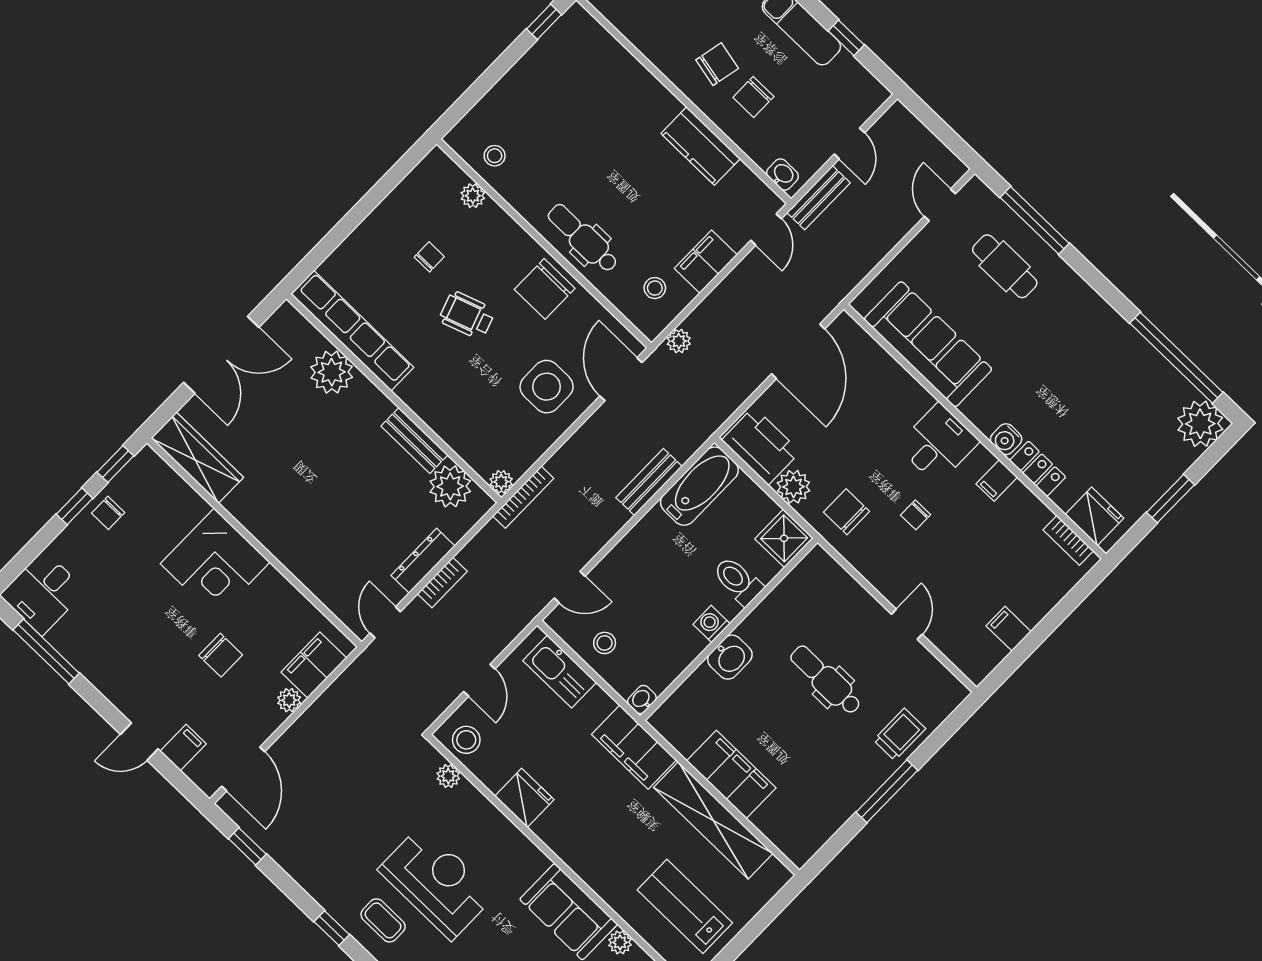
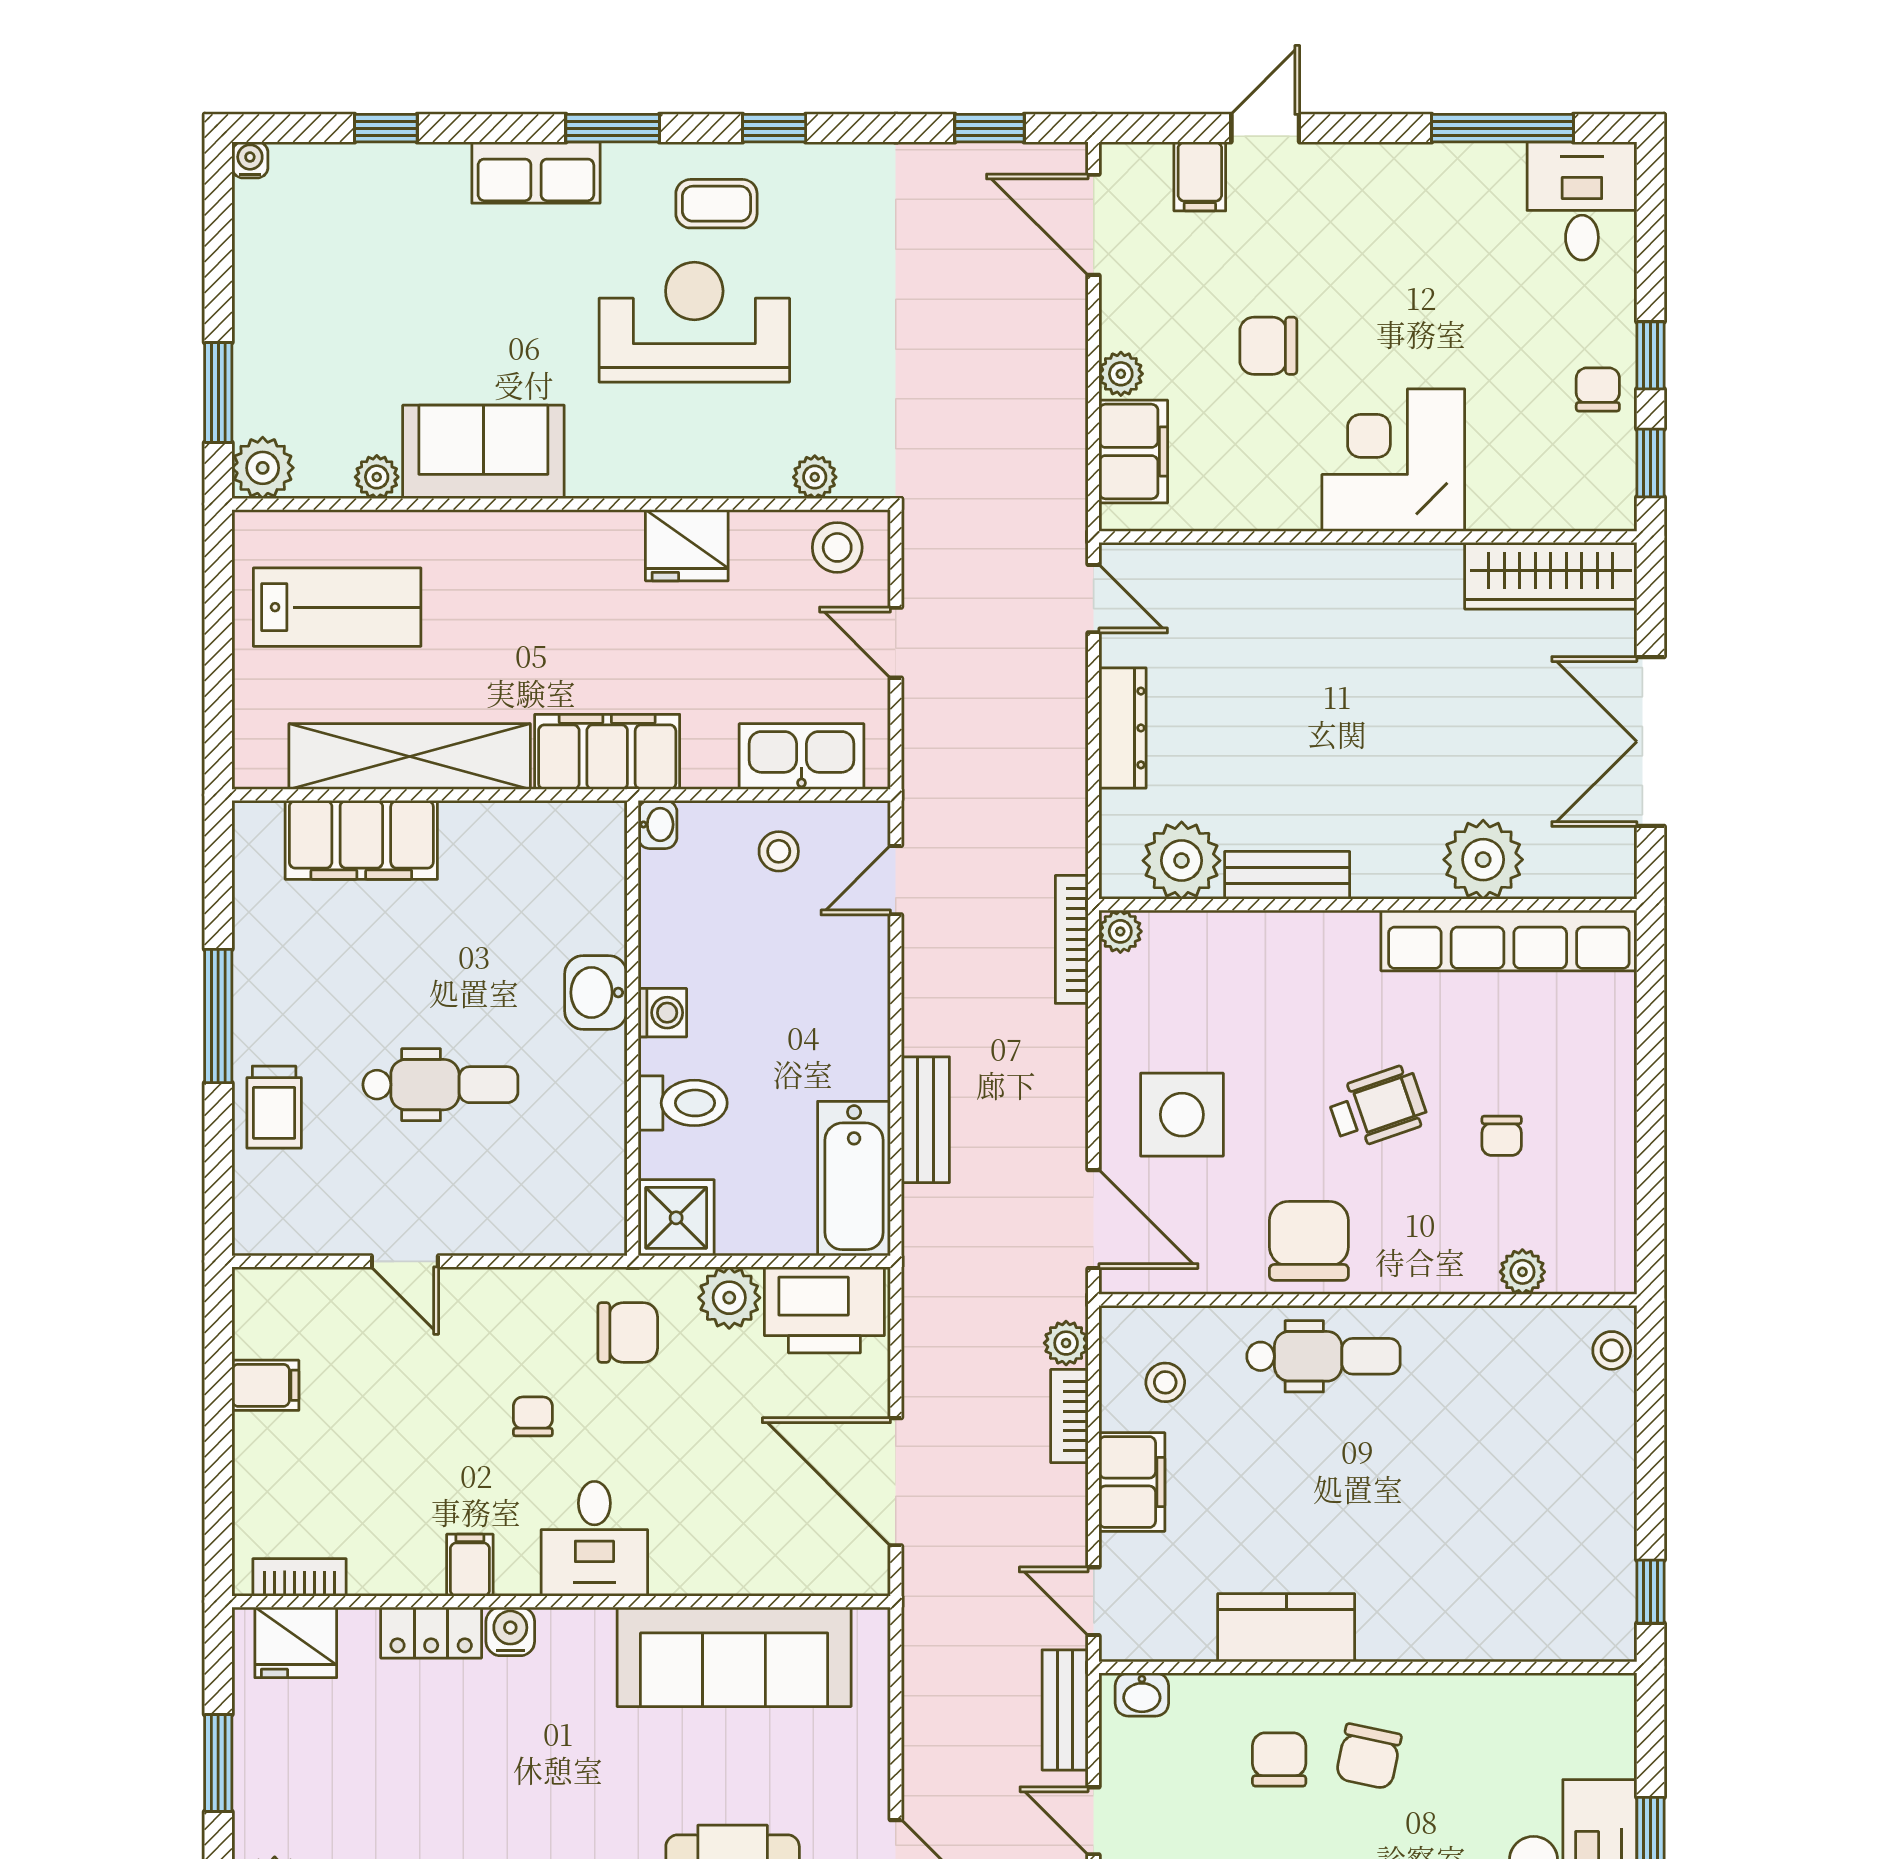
stool: (495, 156) -> (1612, 1350), moved
bookcase: (442, 583) -> (1069, 1416), moved
filing cabinet: (731, 774) -> (361, 840), moved
reception desk: (437, 882) -> (694, 322), turned 180

